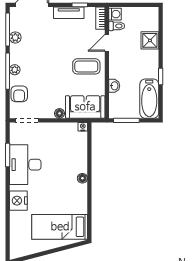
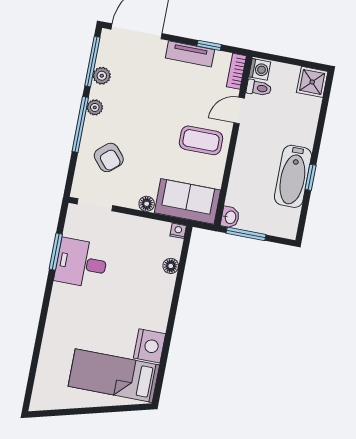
shower: (150, 40) -> (312, 82), moved
plant: (15, 70) -> (95, 107), moved
washbasin: (114, 86) -> (230, 217), moved
armchair: (19, 94) -> (109, 157), moved, turned -41
bathtub: (149, 99) -> (293, 176), moved
desk: (25, 165) -> (81, 263), width x0.73
floor lamp: (82, 178) -> (171, 266), moved
nightstand: (18, 201) -> (149, 346), moved, turned 180

